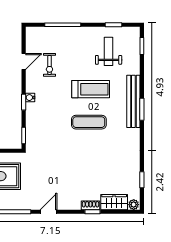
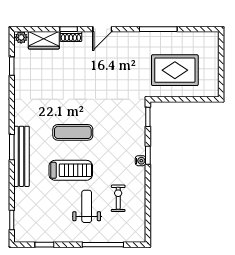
weight bench: (109, 51) -> (87, 206), moved, turned 180
door: (24, 61) -> (148, 202), removed
treadmill: (91, 89) -> (71, 170), turned 180
door: (48, 212) -> (102, 29), moved

